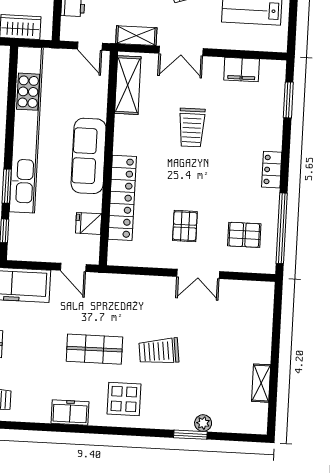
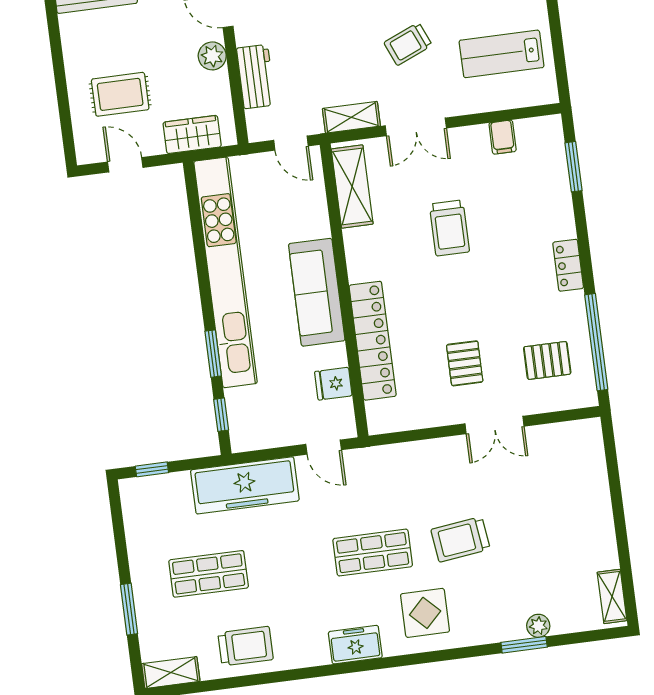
filing cabinet: (242, 70) -> (503, 137), width x0.50
shelving: (261, 383) -> (612, 596), moved

